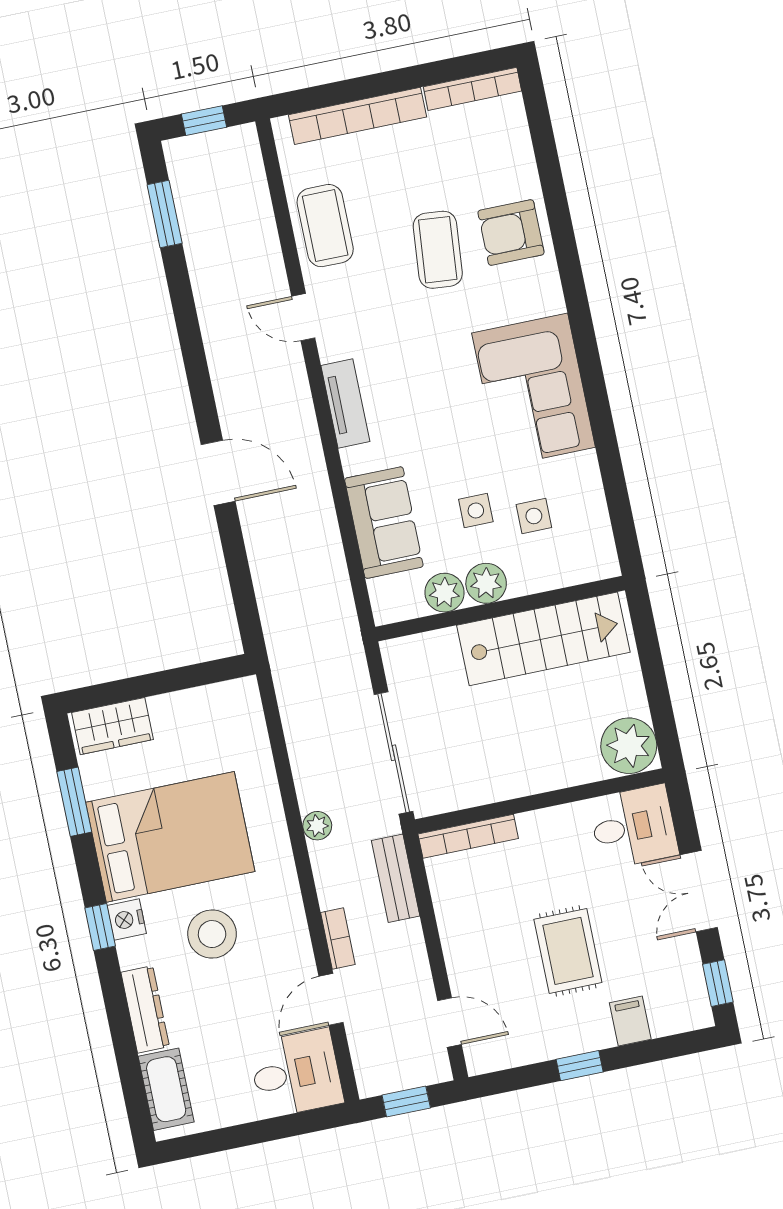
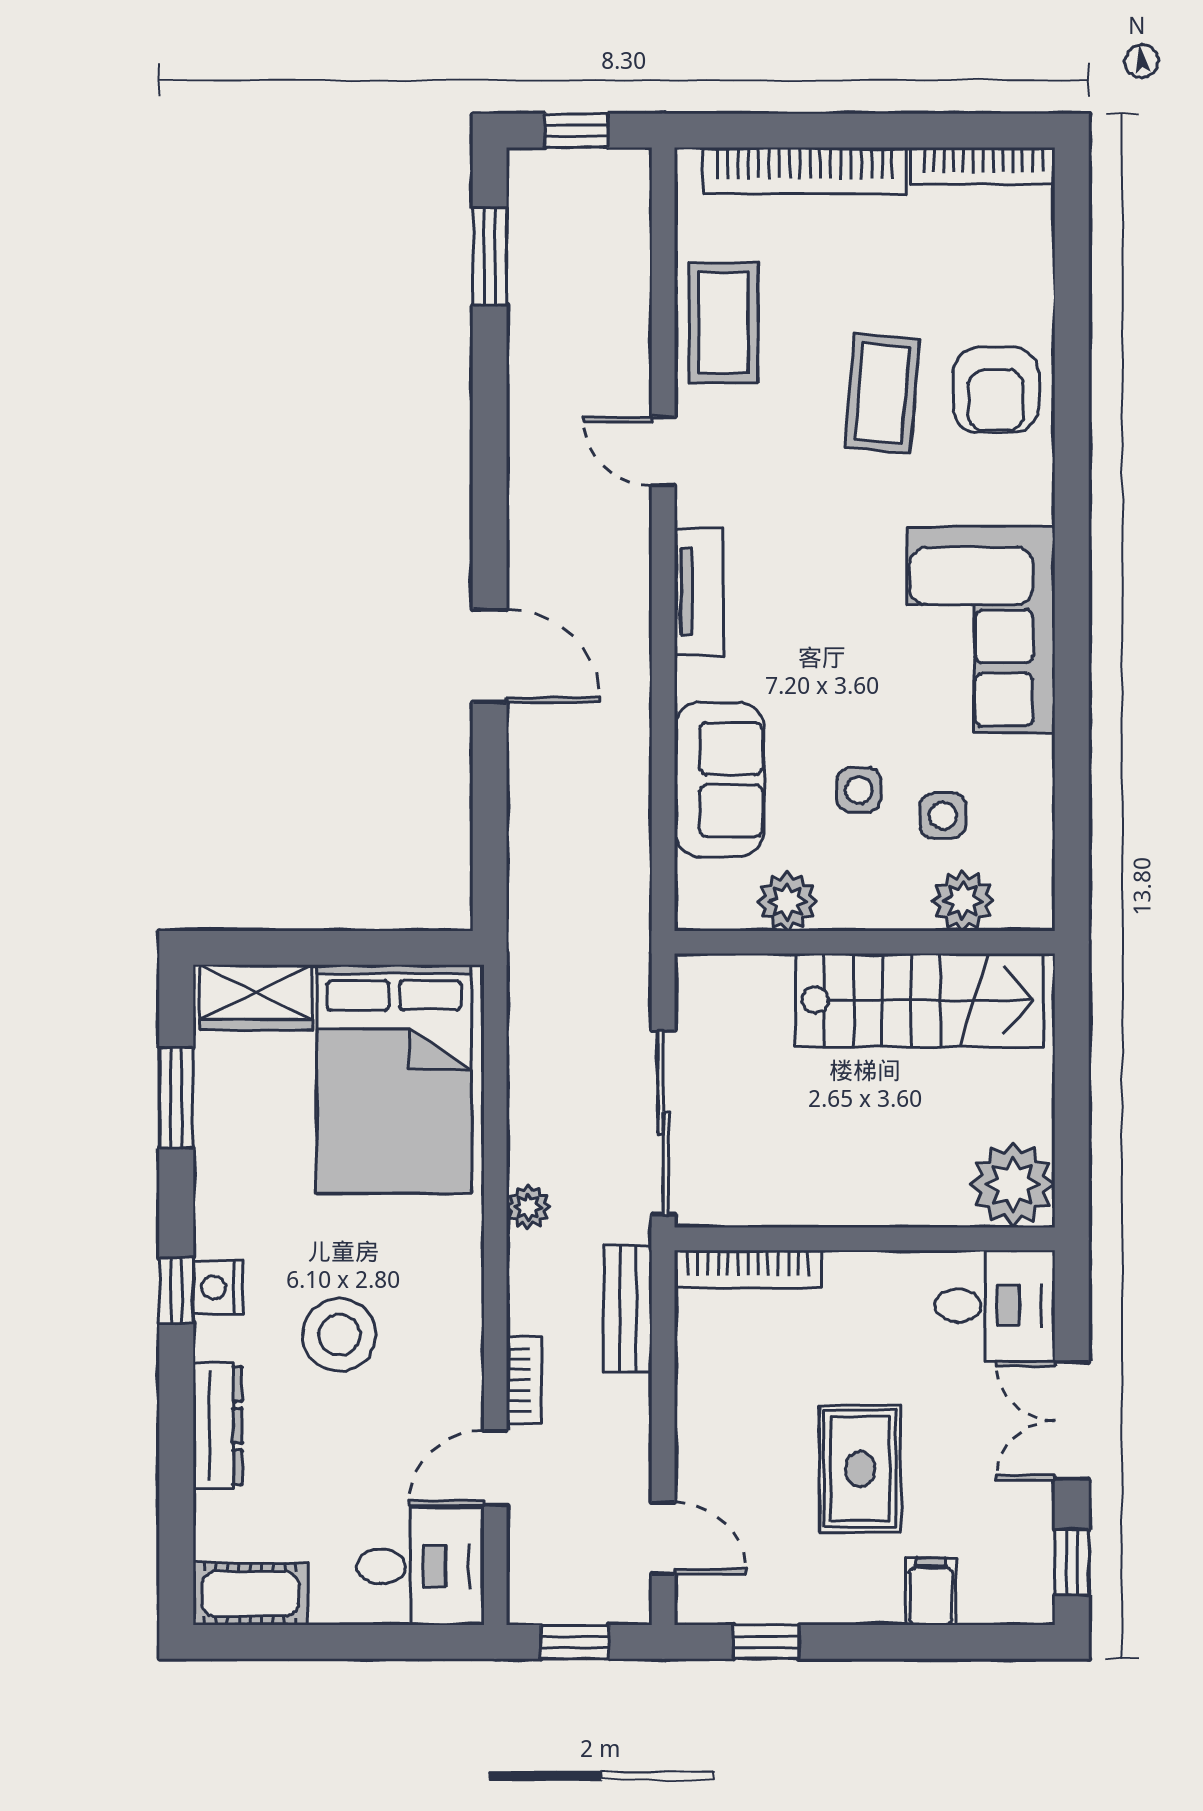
armchair: (511, 233) -> (996, 390), turned -90
plant: (486, 583) -> (963, 901), moved
bed: (170, 837) -> (394, 1079), moved, turned 90
window: (580, 1066) -> (766, 1642), moved
cot: (166, 1089) -> (250, 1594), moved, turned 90

